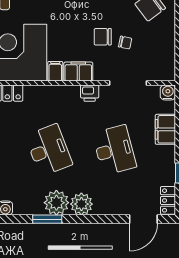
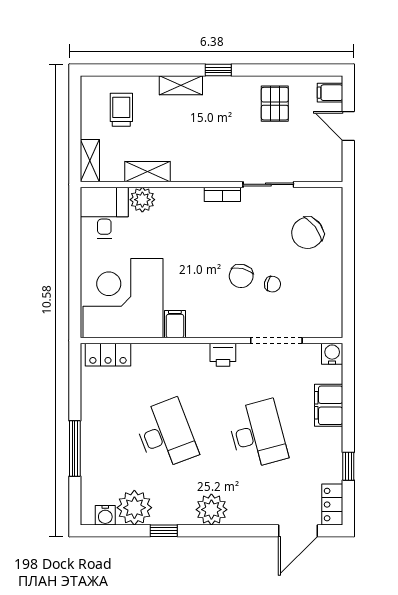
chair: (103, 37) -> (241, 276), turned -76
filing cabinet: (78, 71) -> (207, 325), removed
plant: (56, 203) -> (134, 508), moved
window: (47, 219) -> (164, 531), width x0.67

